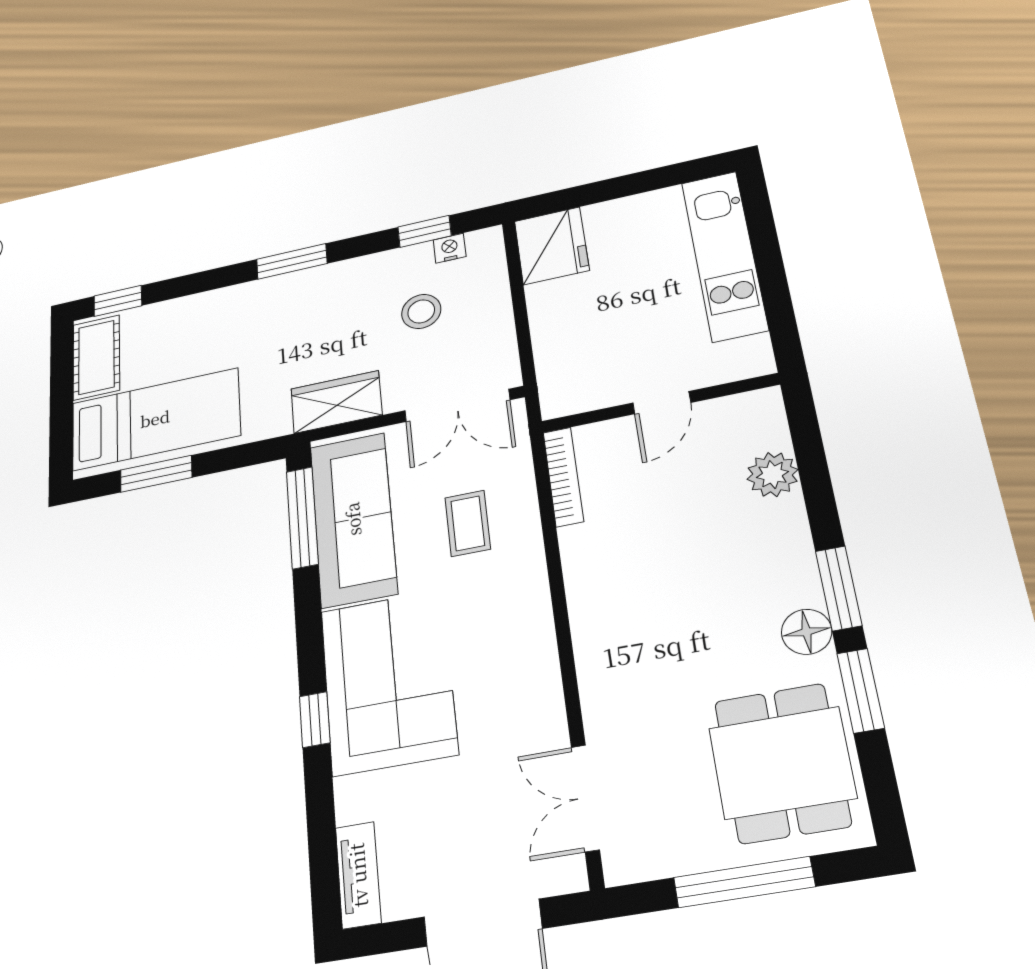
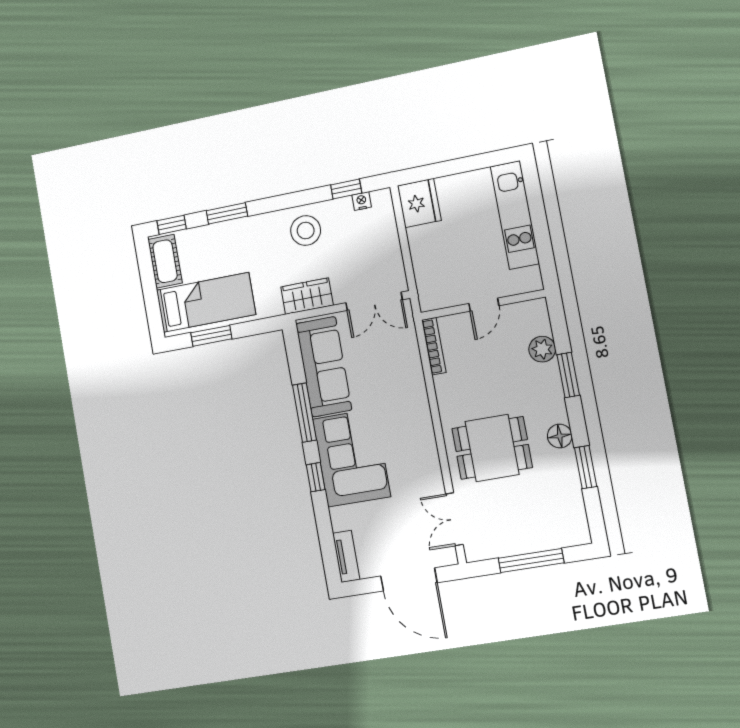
window: (292, 261) -> (227, 213), moved
stool: (421, 311) -> (306, 231), moved, width x1.38, depth x1.38
window: (302, 518) -> (304, 413), moved
coffee table: (468, 523) -> (385, 371), removed
window: (839, 588) -> (568, 375), moved
dining table: (782, 763) -> (492, 448), moved, turned 90

